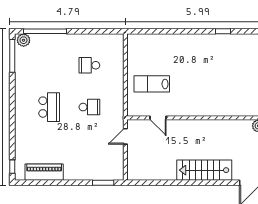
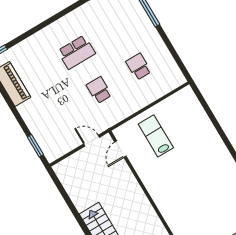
school desk: (89, 107) -> (99, 90), turned 180
door: (158, 118) -> (120, 149), moved

